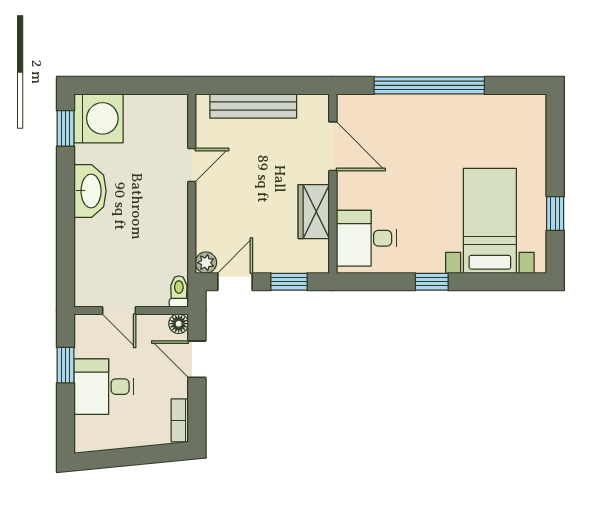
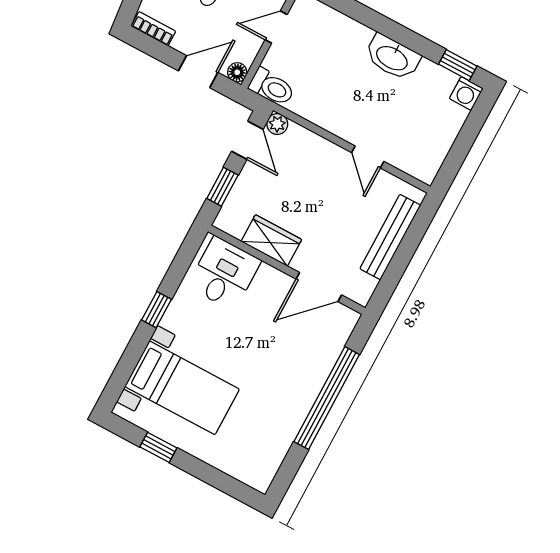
washing machine: (98, 118) -> (466, 93), width x0.53, depth x0.53
toilet: (179, 291) -> (272, 87), width x1.37, depth x1.39

